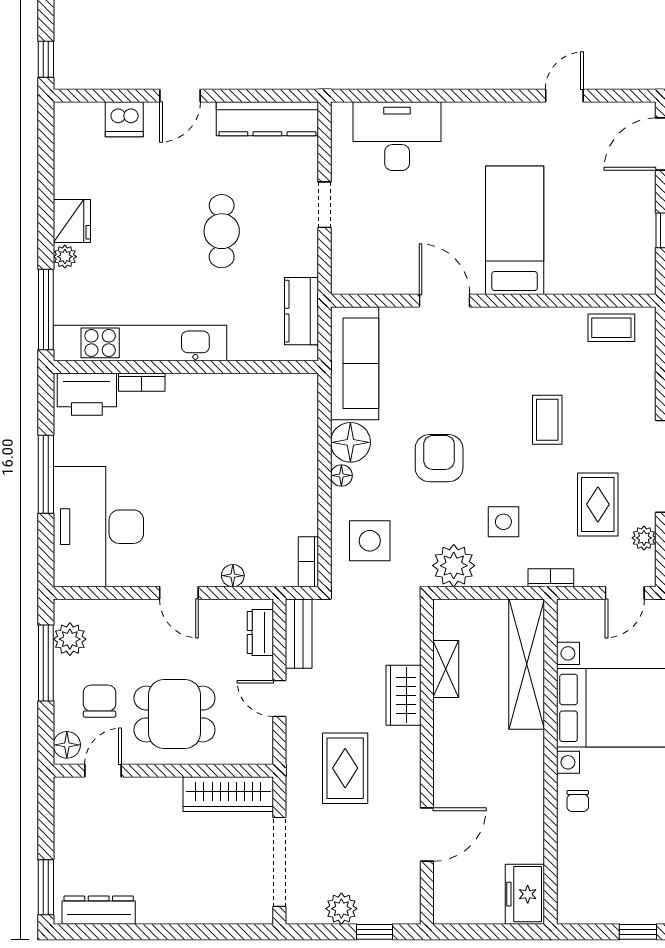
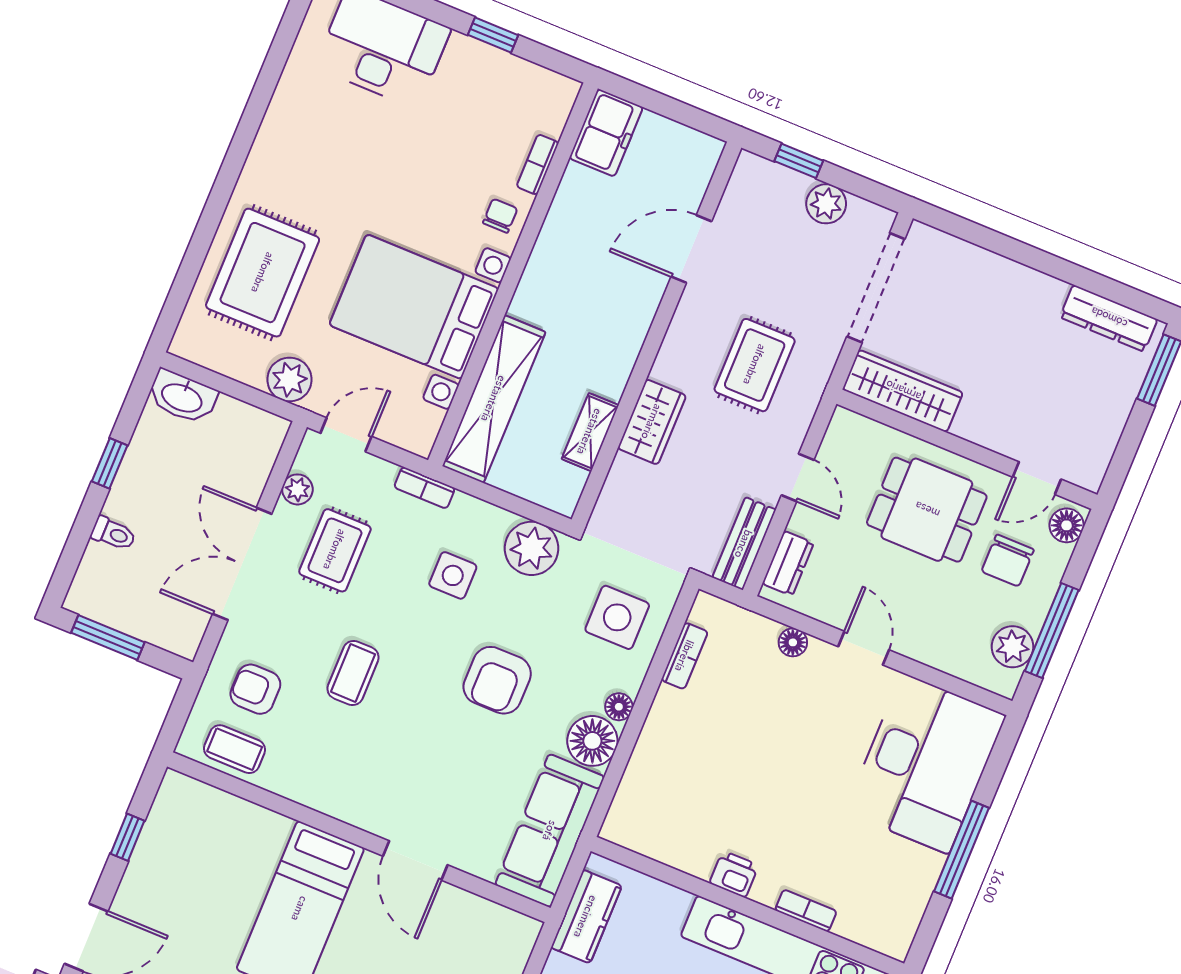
armchair: (614, 378) -> (255, 689), added
printer: (87, 394) -> (734, 874), moved, width x0.53, depth x0.68
bookcase: (308, 562) -> (685, 656), moved
bookcase: (566, 850) -> (538, 165), added

